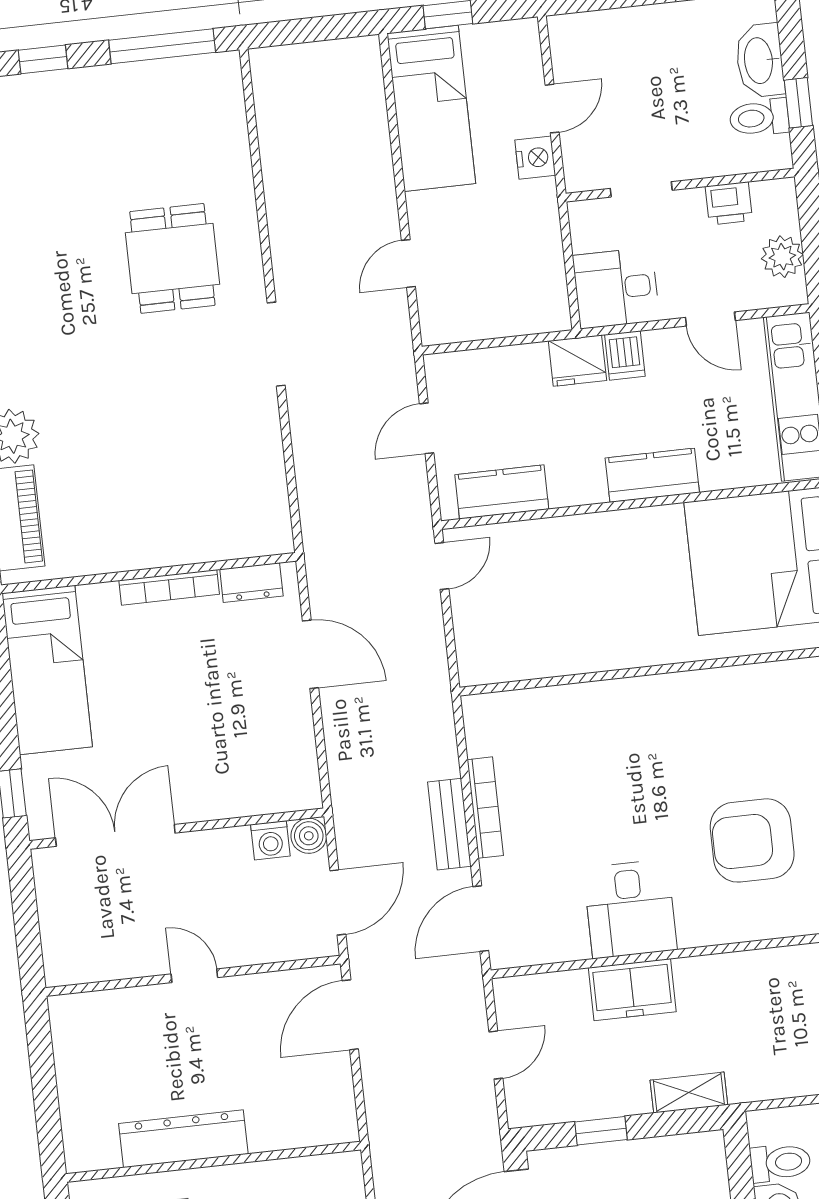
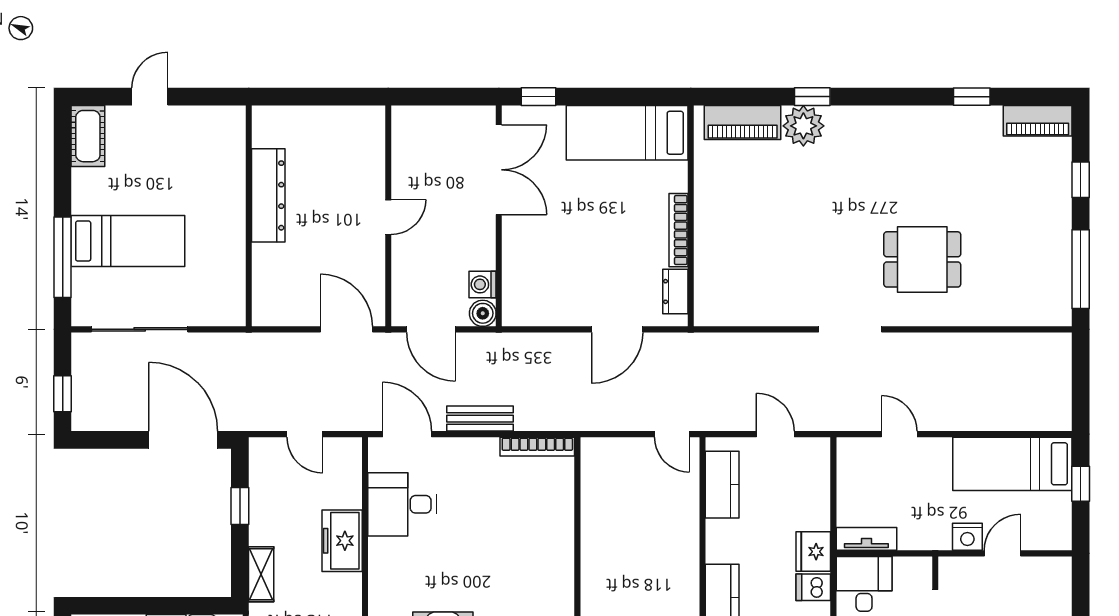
door: (552, 109) -> (1002, 553), swing flipped
tv unit: (553, 292) -> (866, 539), added
bookcase: (485, 808) -> (537, 447), moved
desk: (630, 909) -> (402, 504), moved

